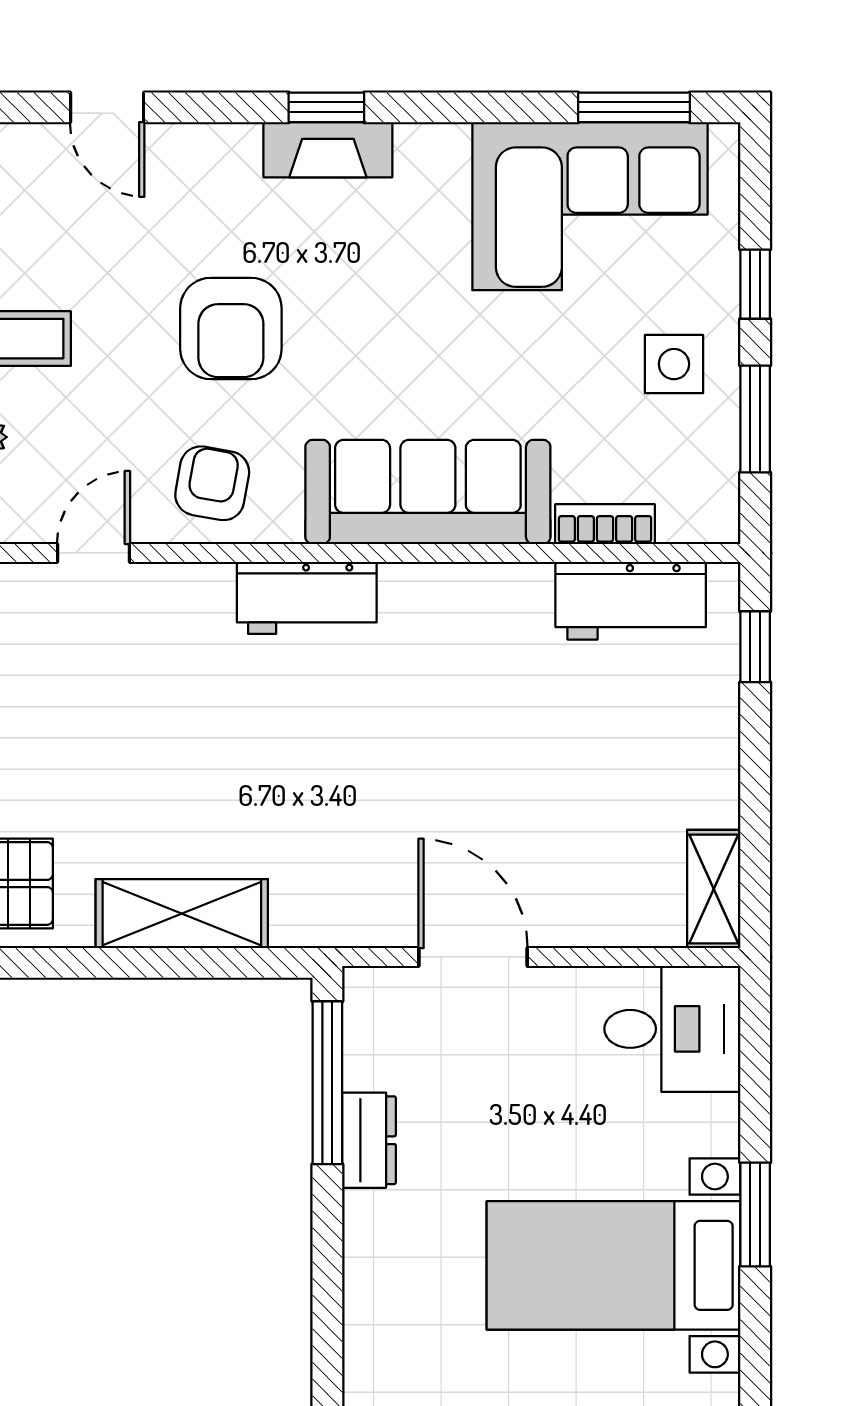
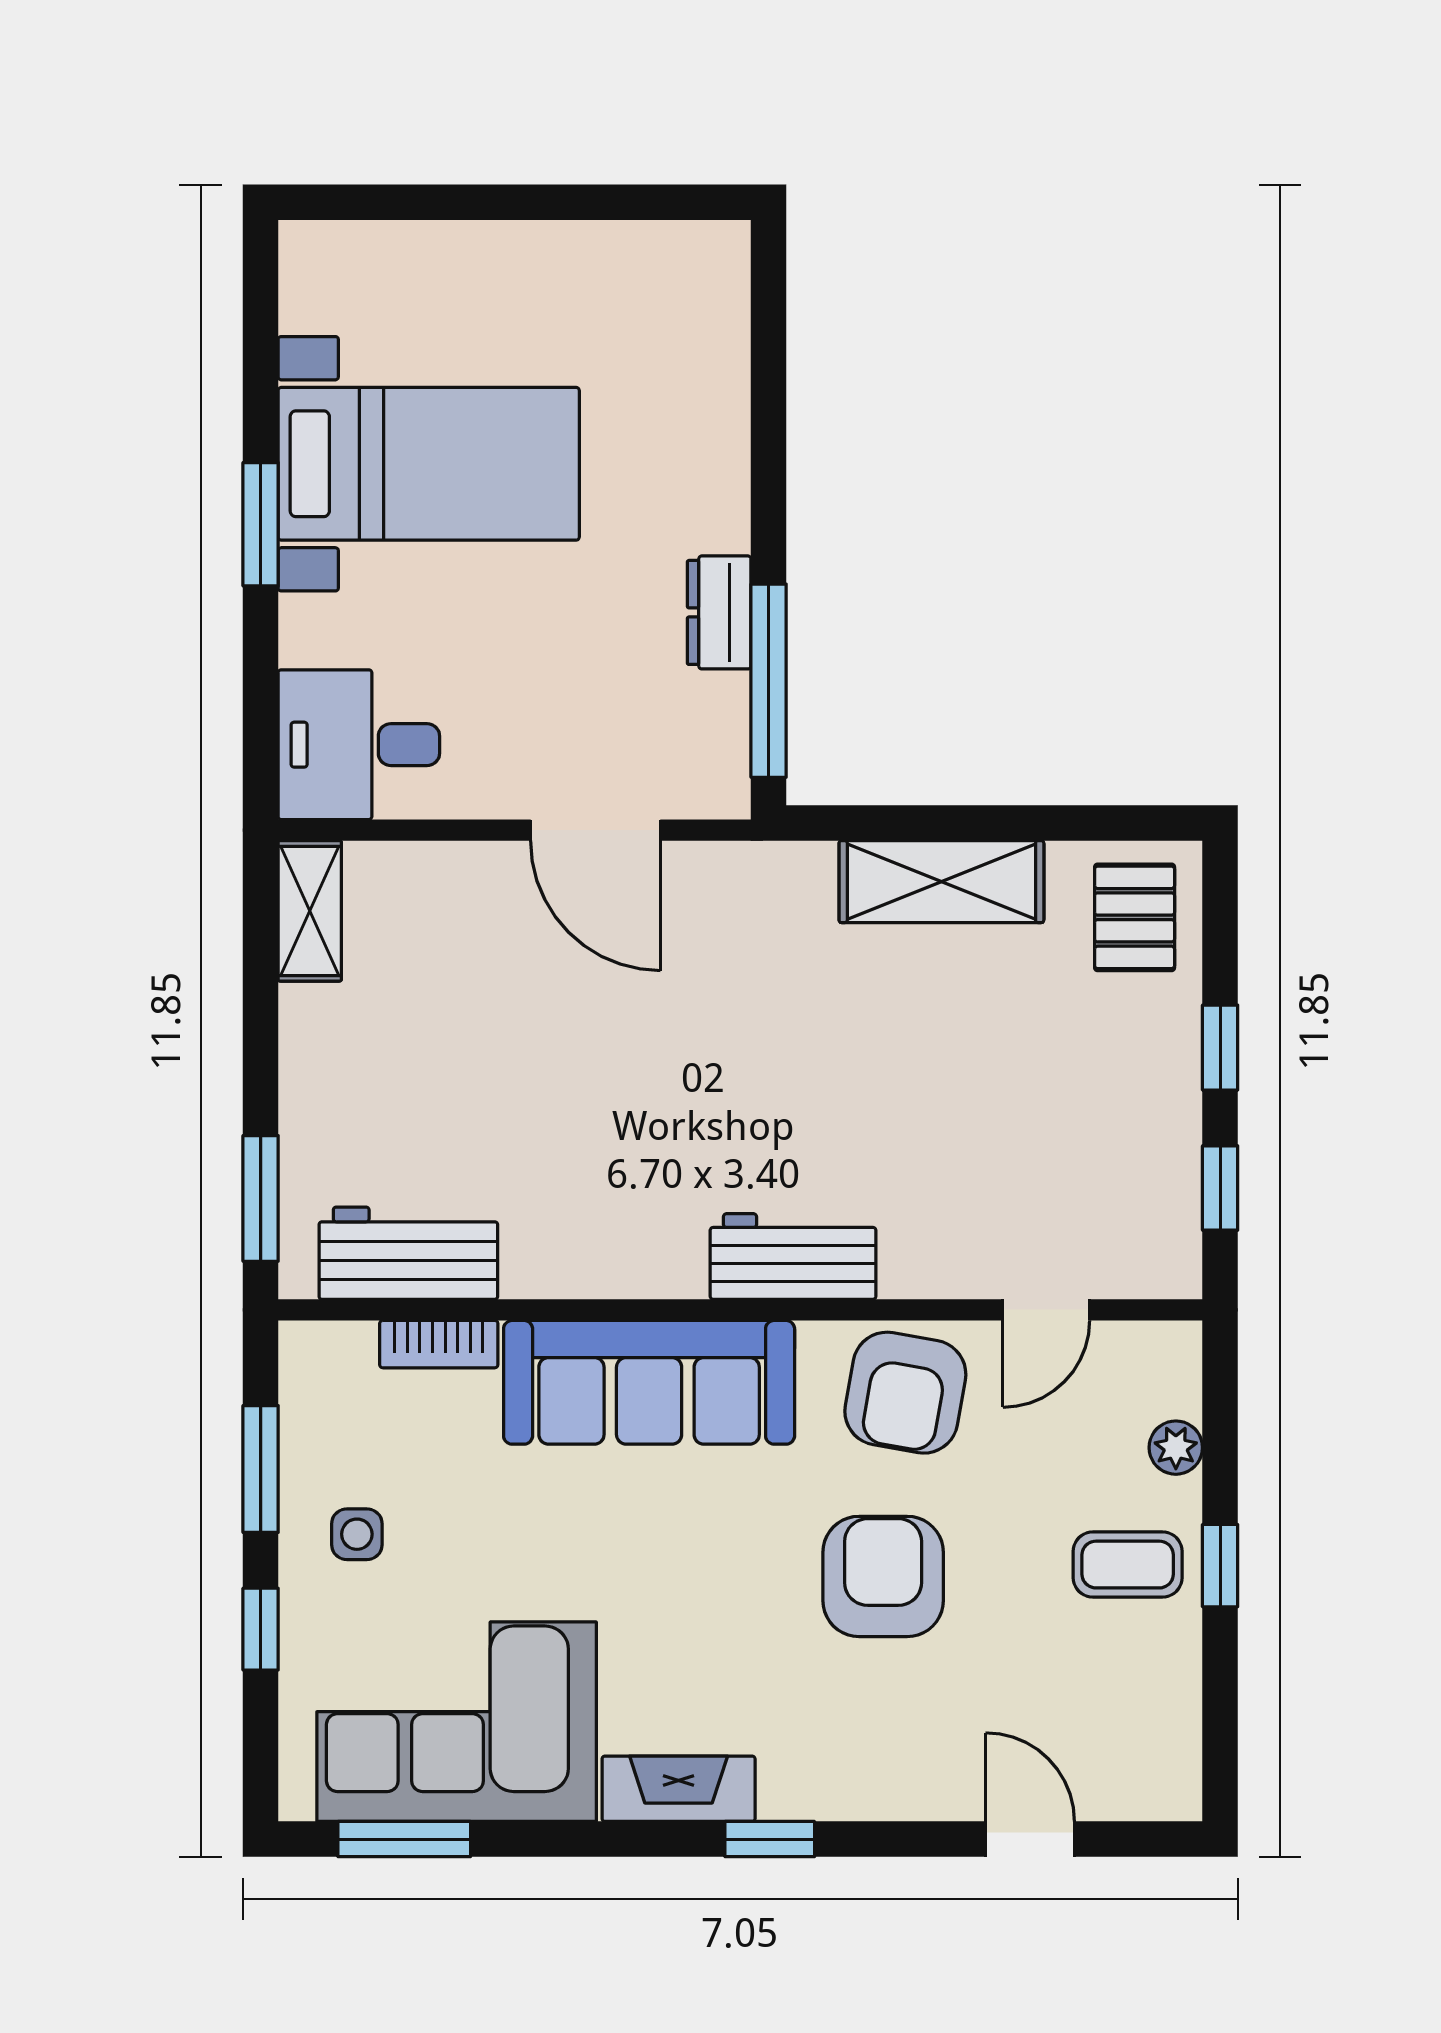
fireplace: (328, 150) -> (679, 1789), moved
side table: (674, 364) -> (357, 1534), width x0.73, depth x0.73
armchair: (212, 483) -> (905, 1393), width x1.38, depth x1.38
window: (755, 647) -> (261, 1198), width x1.50

